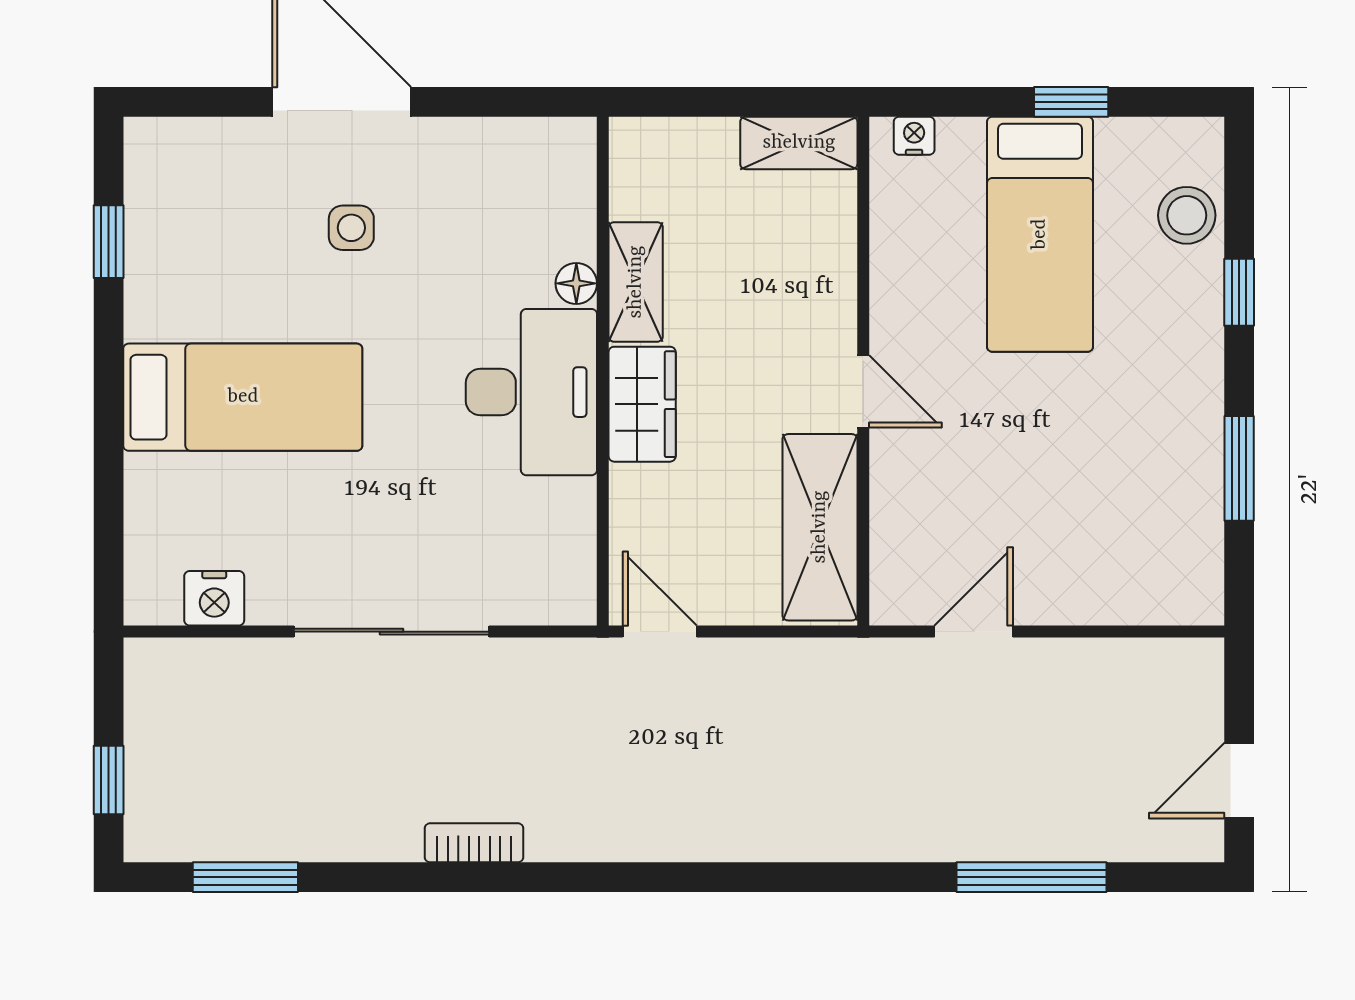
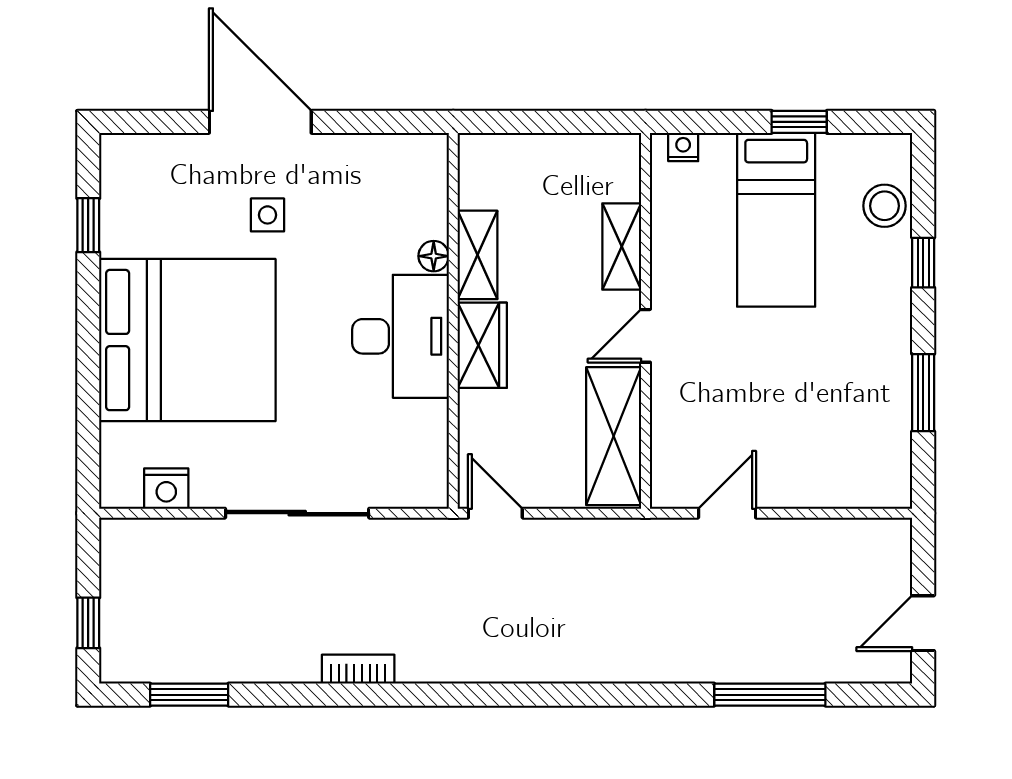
shelving: (799, 143) -> (622, 247), moved, turned 90
door: (863, 391) -> (646, 336), swing flipped
bed: (243, 397) -> (187, 340), width x2.04

